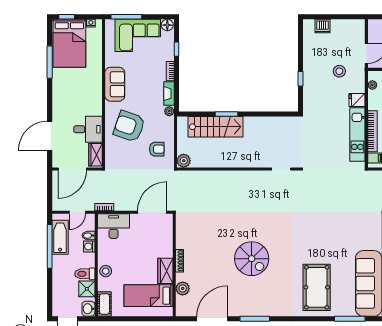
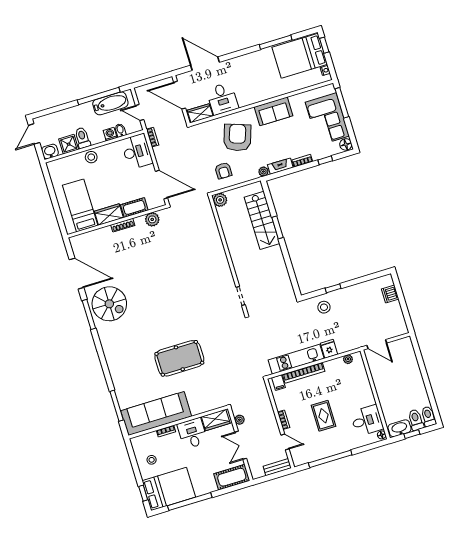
stool: (339, 71) -> (324, 307), moved
spiral stairs: (252, 259) -> (109, 304), moved, turned -90
pool table: (317, 287) -> (179, 358), moved
plant: (183, 288) -> (152, 219), moved
cot: (104, 304) -> (134, 207), moved

